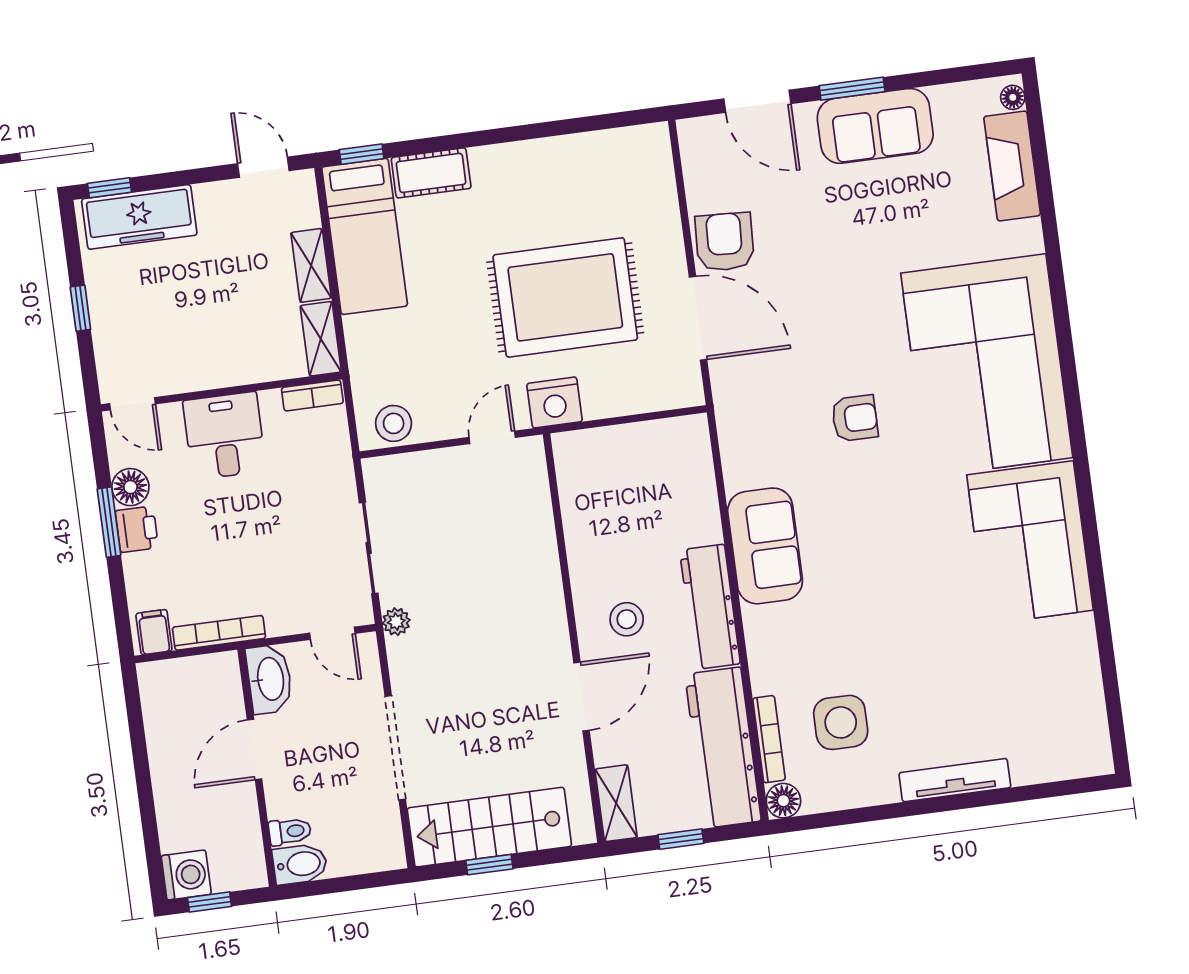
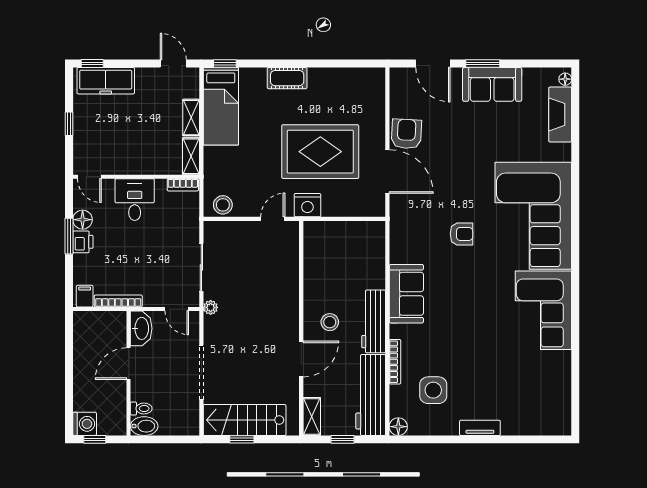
cot: (431, 173) -> (287, 78), moved
bookcase: (769, 739) -> (395, 362), moved
tv unit: (955, 780) -> (480, 428), width x0.71

